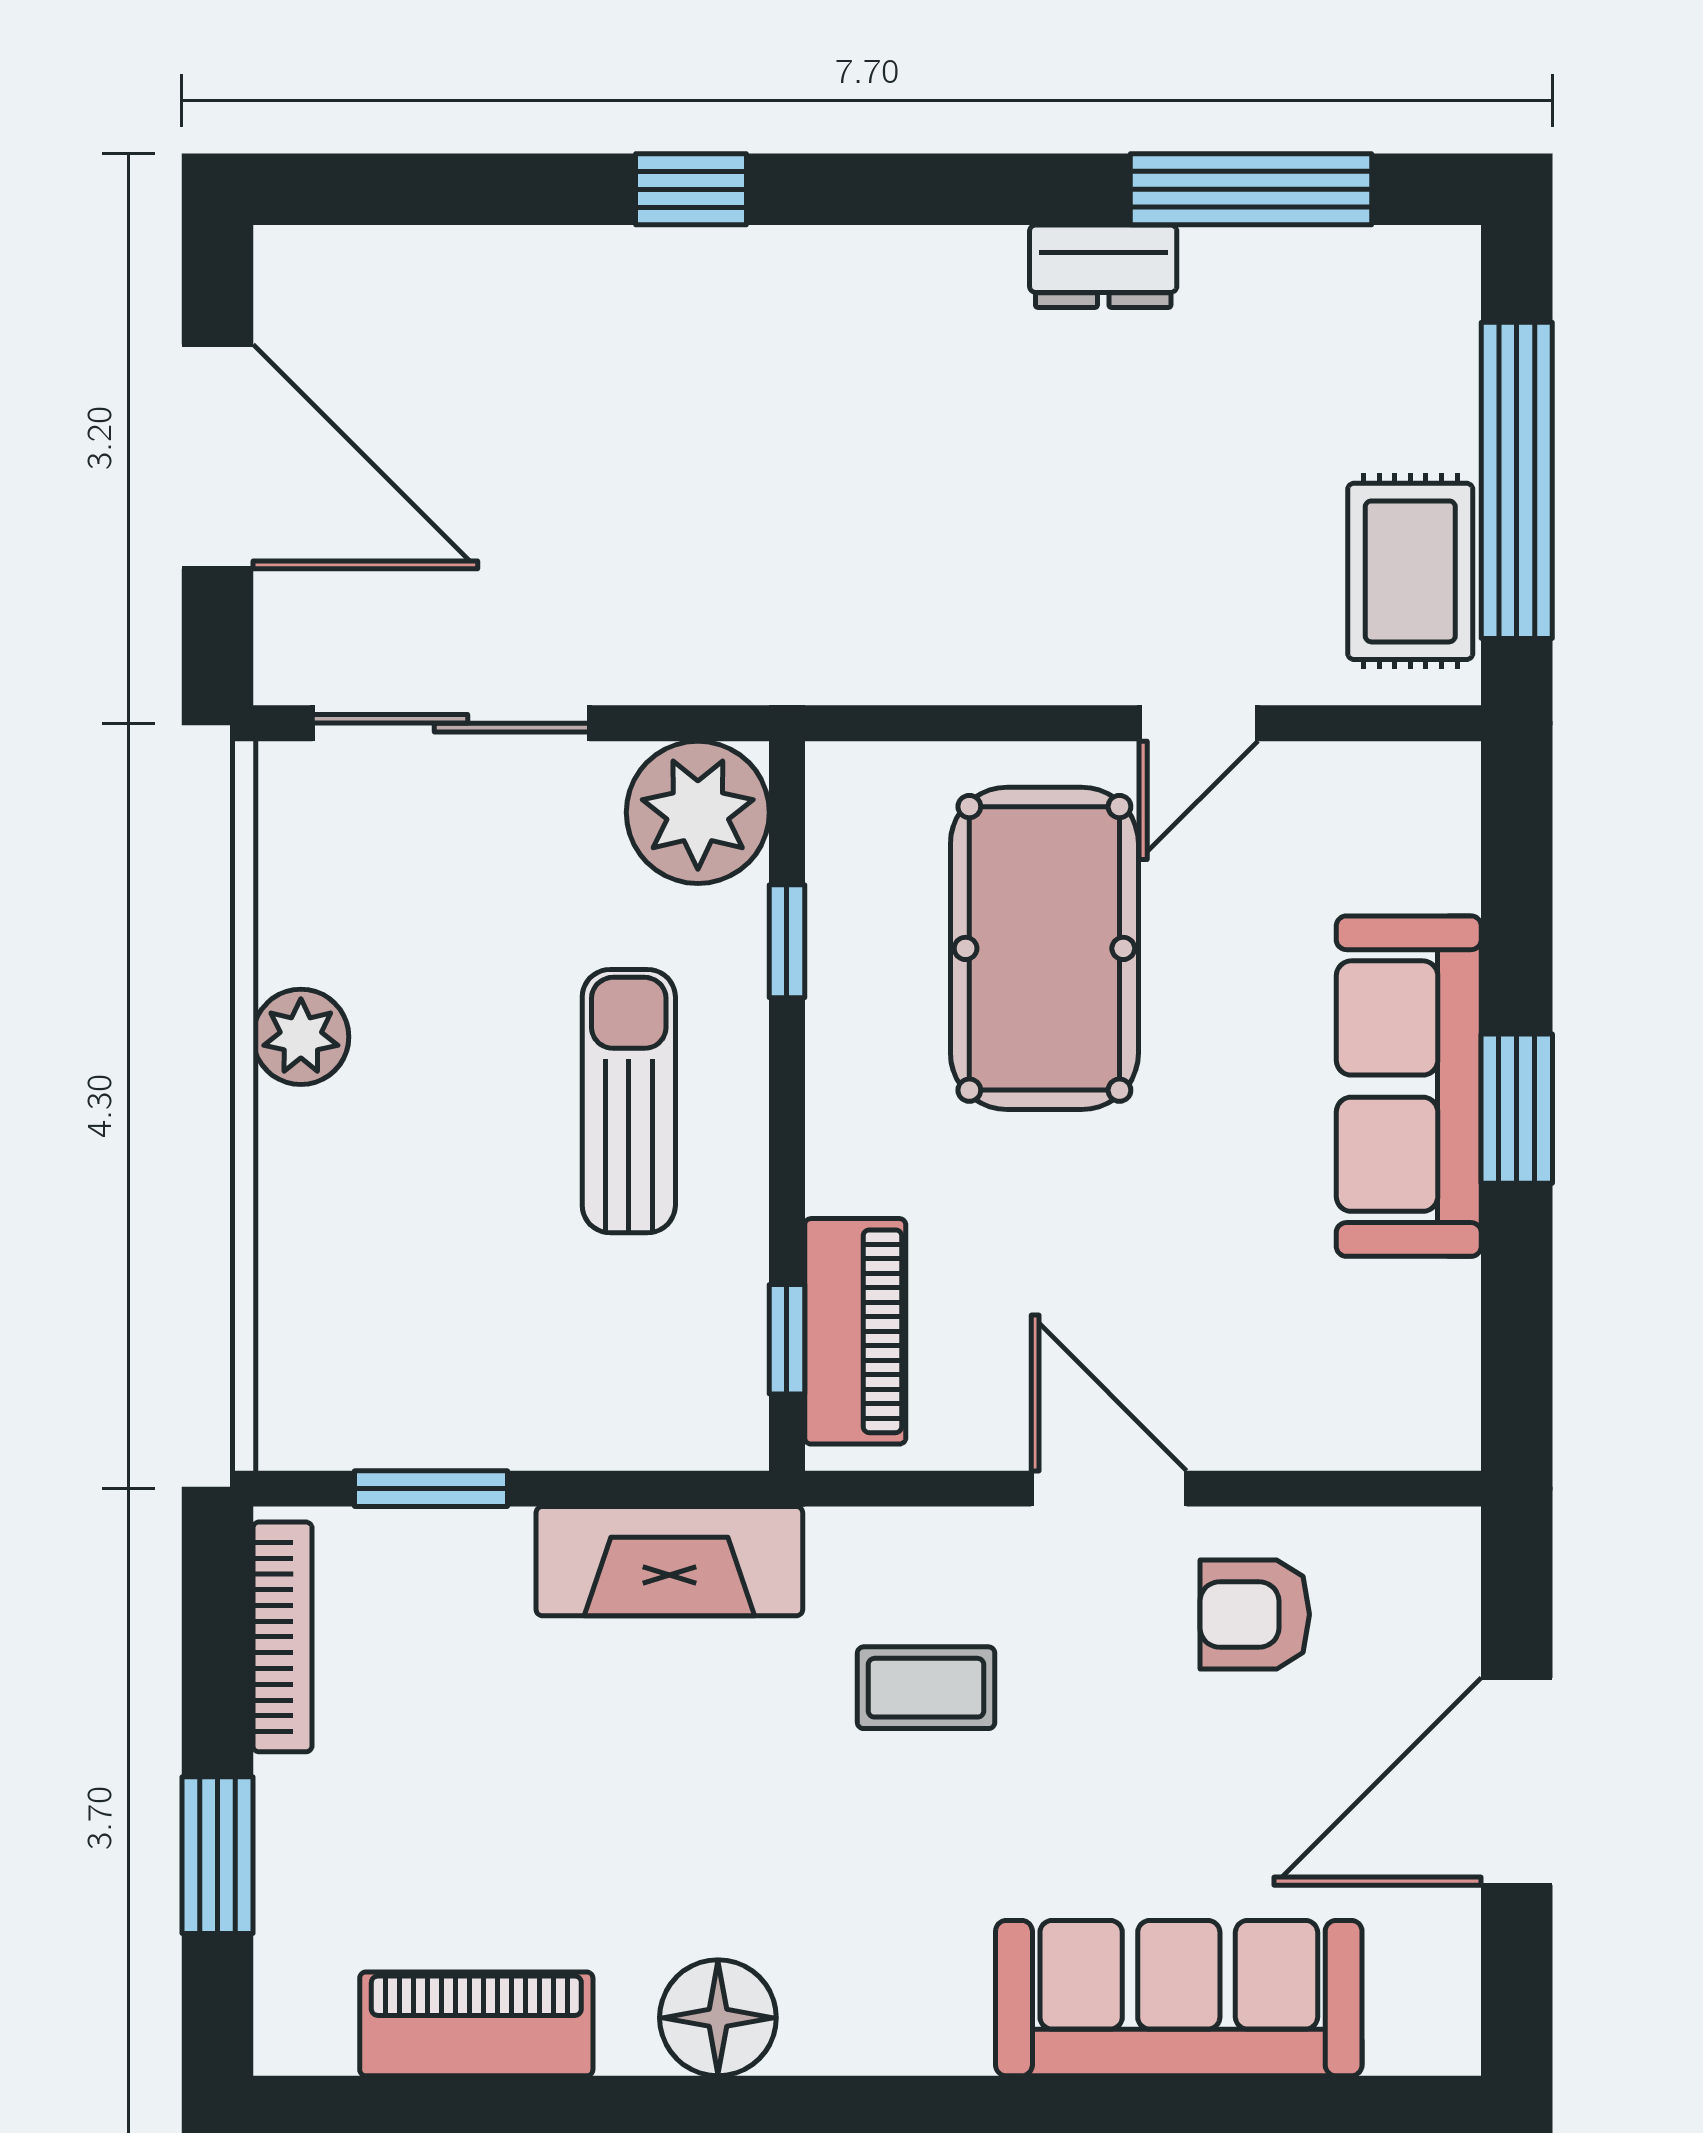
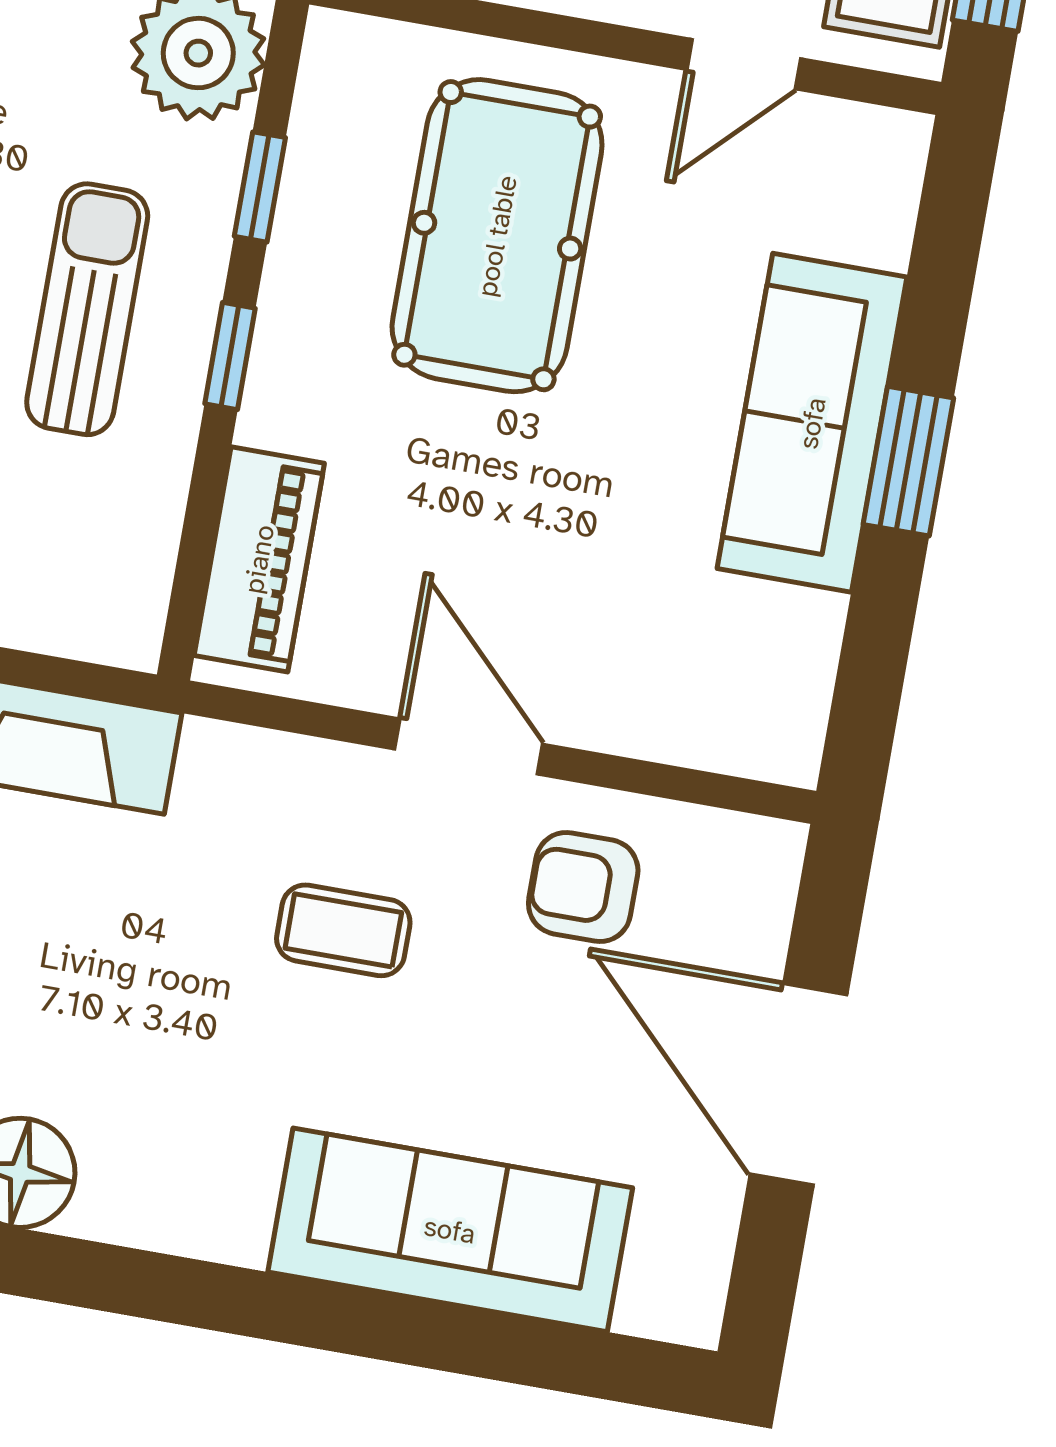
door: (1198, 723) -> (744, 64), moved
window: (787, 1339) -> (230, 356), moved
coffee table: (926, 1688) -> (343, 930), moved
door: (1517, 1781) -> (799, 1084), hinge flipped

